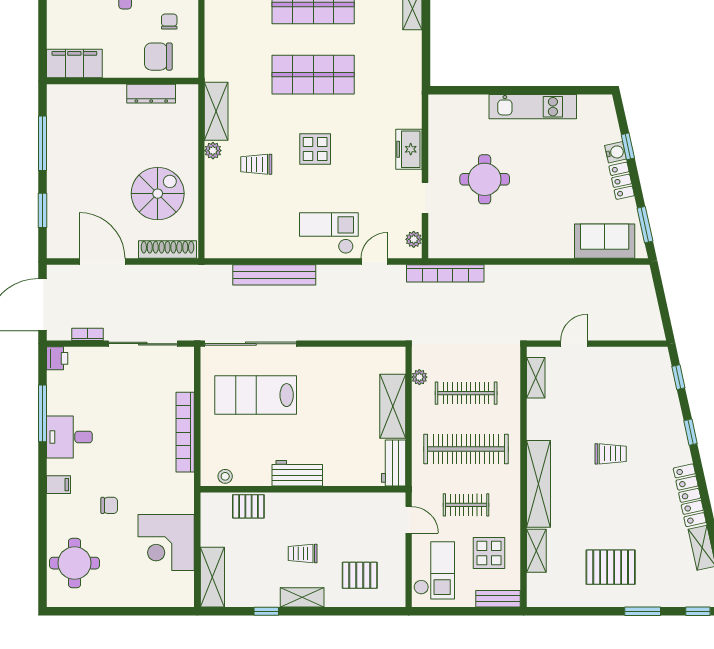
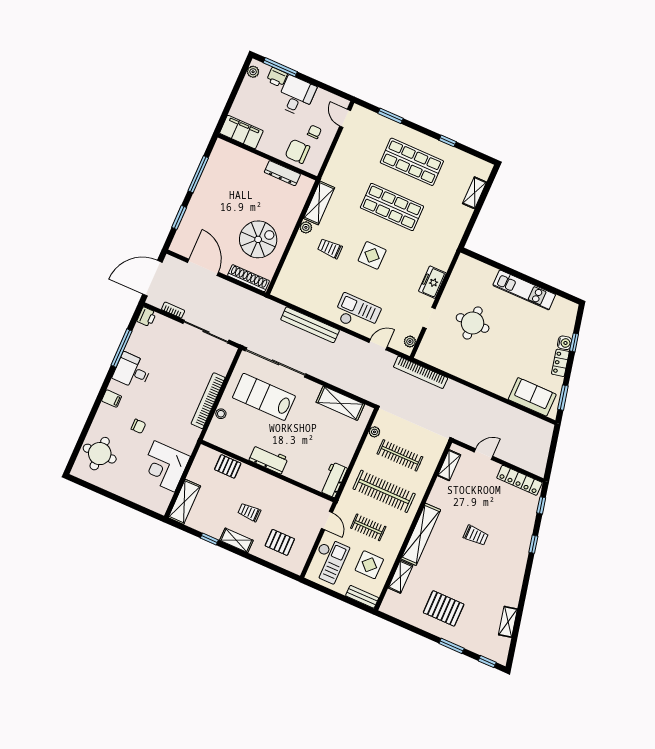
shelving: (393, 406) -> (340, 403), moved, turned 90
stool: (225, 476) -> (221, 414), moved
locker: (690, 495) -> (519, 480), moved, turned -78

